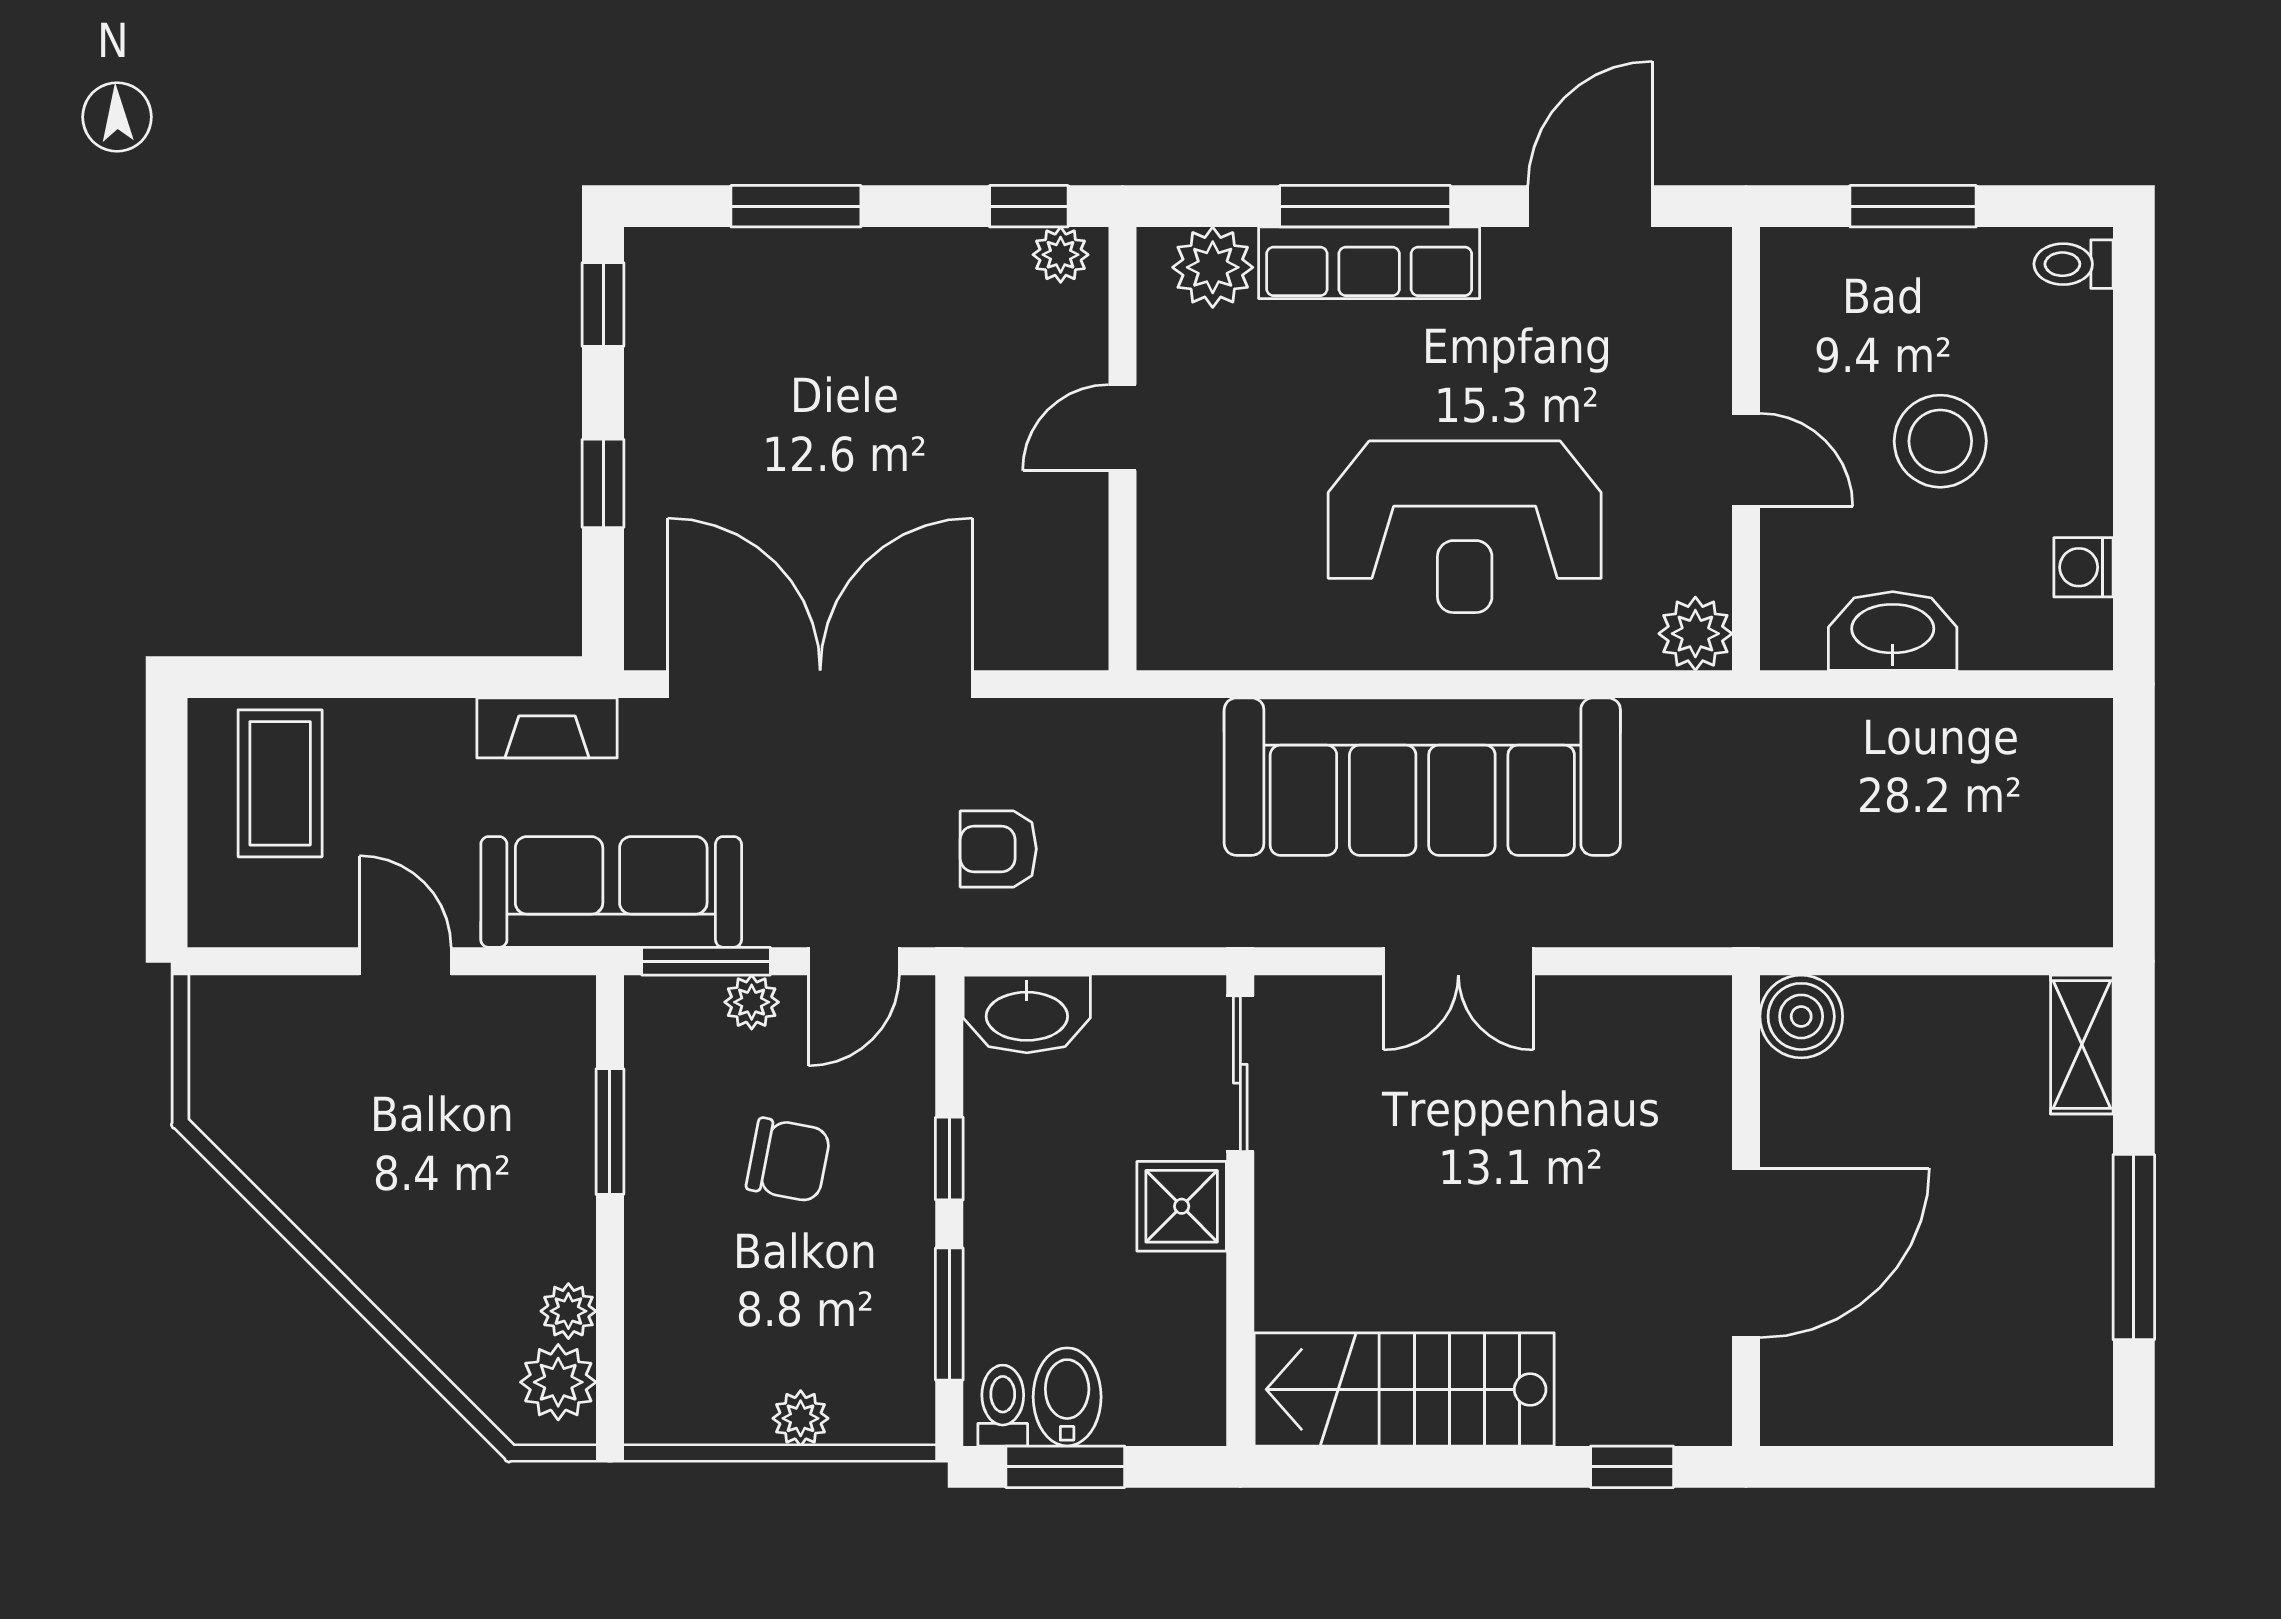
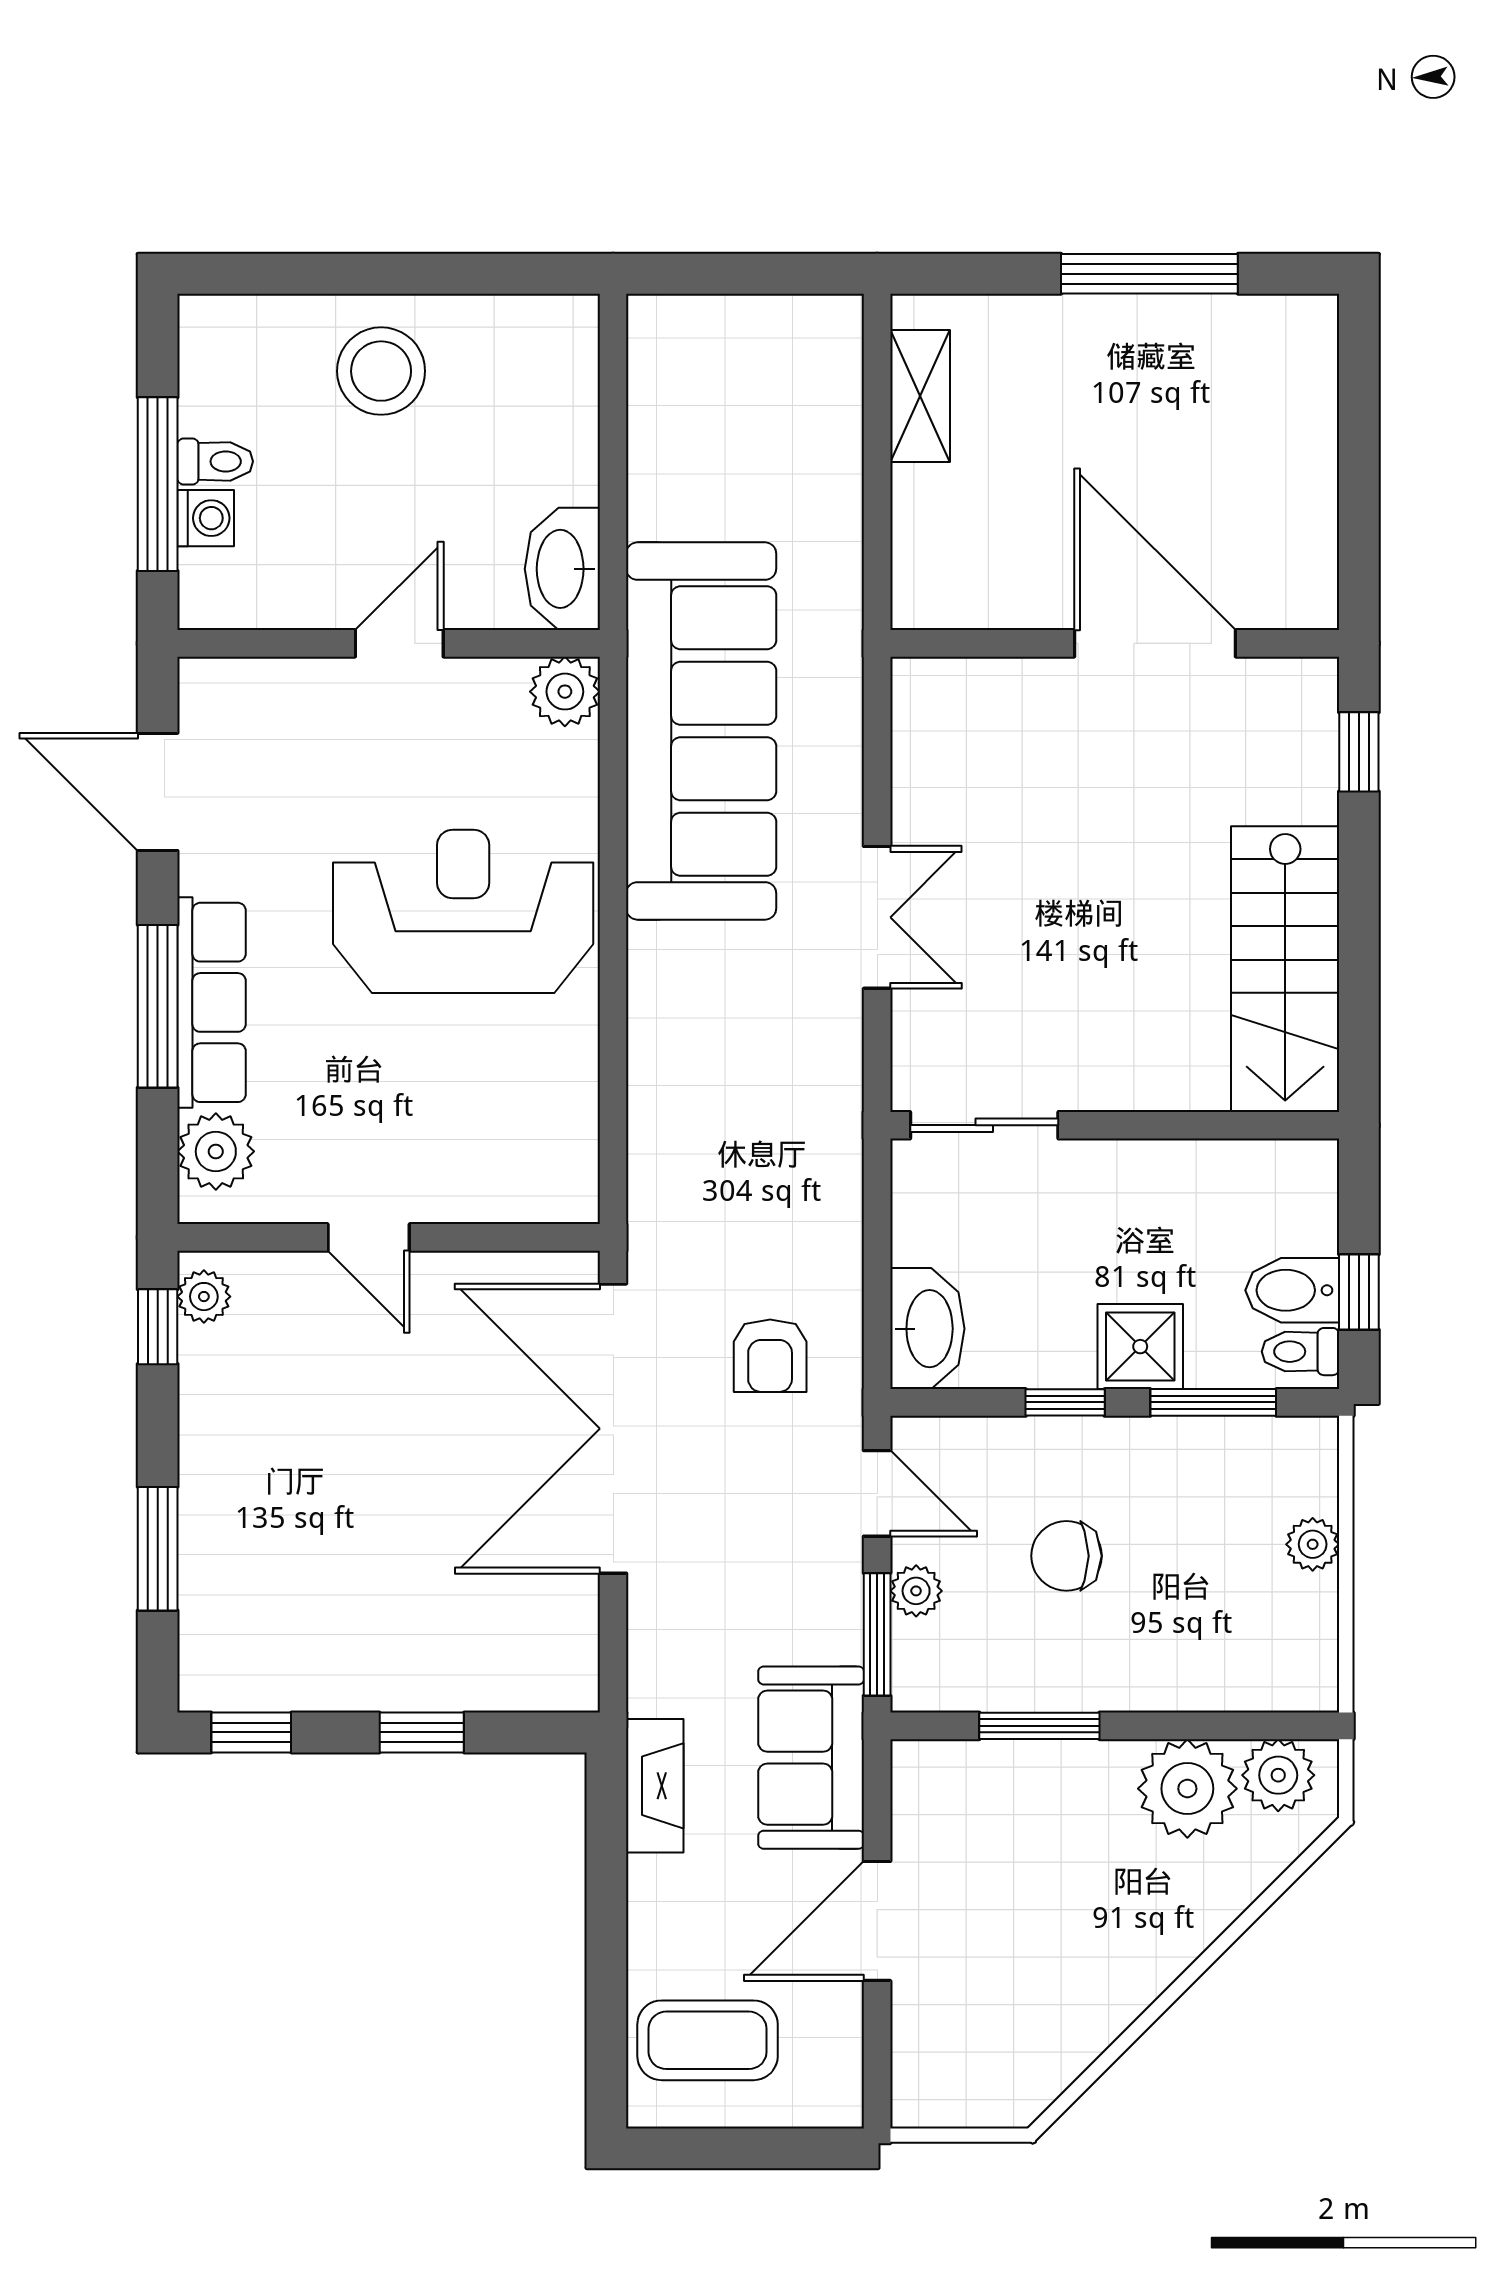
window: (1913, 206) -> (158, 484), width x1.44
toilet: (2073, 264) -> (215, 461), moved, turned -90
stool: (1940, 441) -> (381, 371), moved
reception desk: (1465, 527) -> (463, 911), turned -90
washing machine: (2083, 567) -> (206, 518), moved, turned -90
washbasin: (1893, 631) -> (562, 569), moved
double door: (820, 684) -> (613, 1429), moved
sofa: (1422, 777) -> (701, 731), moved
sofa: (611, 892) -> (811, 1758), width x0.73
door: (405, 961) -> (877, 1921), width x1.38
boiler: (1801, 1016) -> (930, 591), removed
shelving: (2082, 1044) -> (920, 396), moved, turned 90
chair: (788, 1160) -> (1066, 1556), turned -101
shower: (1182, 1206) -> (1140, 1347), moved
plant: (568, 1311) -> (1187, 1789), width x1.88, depth x1.88
window: (1065, 1467) -> (1359, 1292), width x0.67

